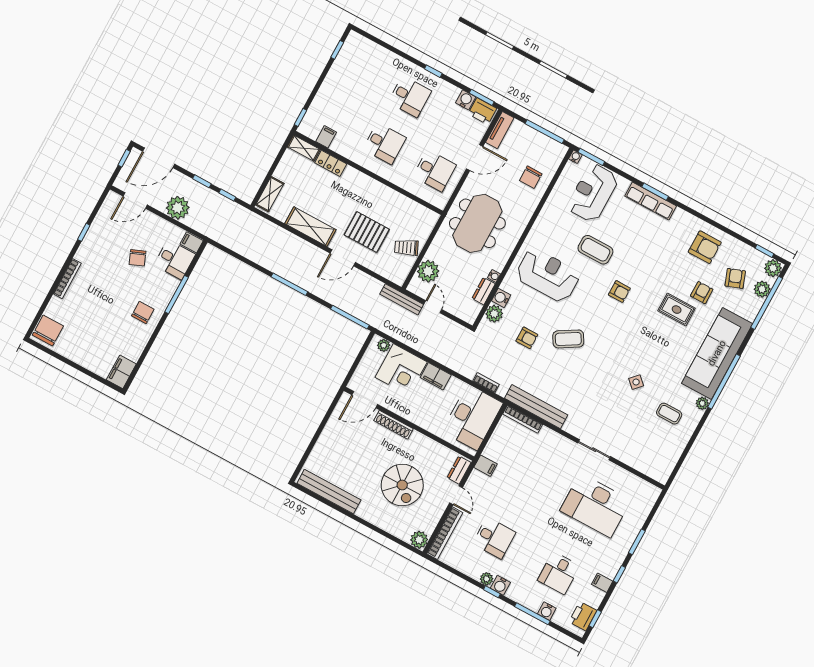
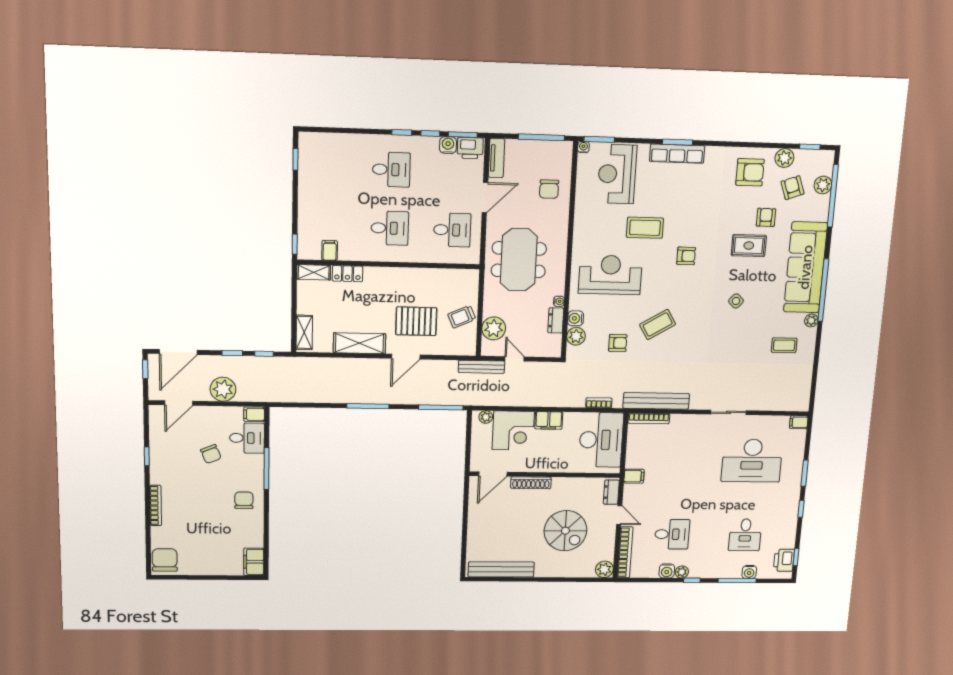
window: (456, 83) -> (430, 133), added
plant: (773, 268) -> (784, 158), moved
side table: (636, 382) -> (736, 301), moved
filing cabinet: (602, 583) -> (799, 422), moved
water cooler: (500, 585) -> (667, 571), moved

